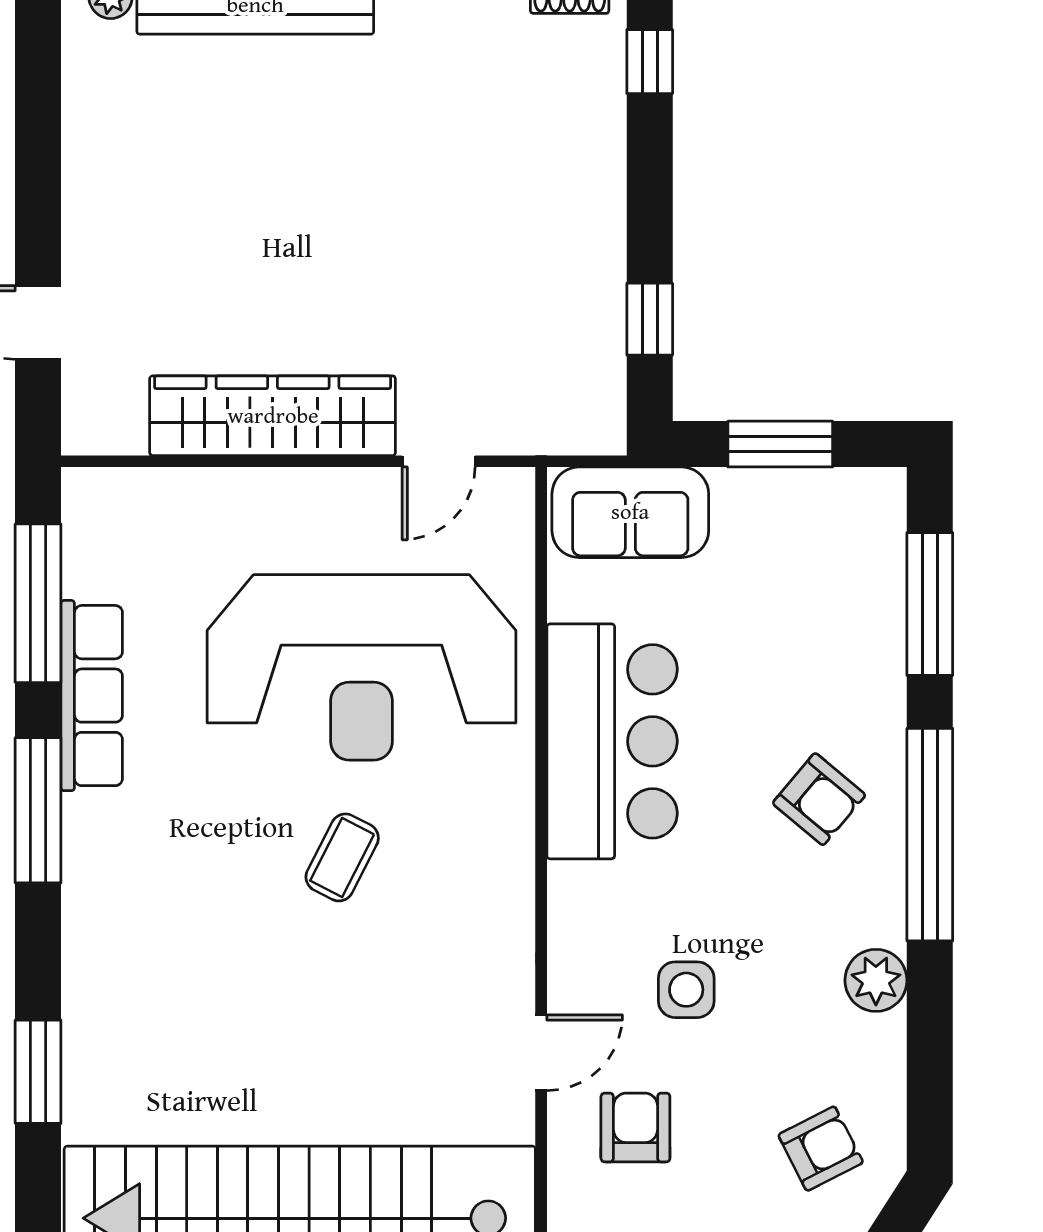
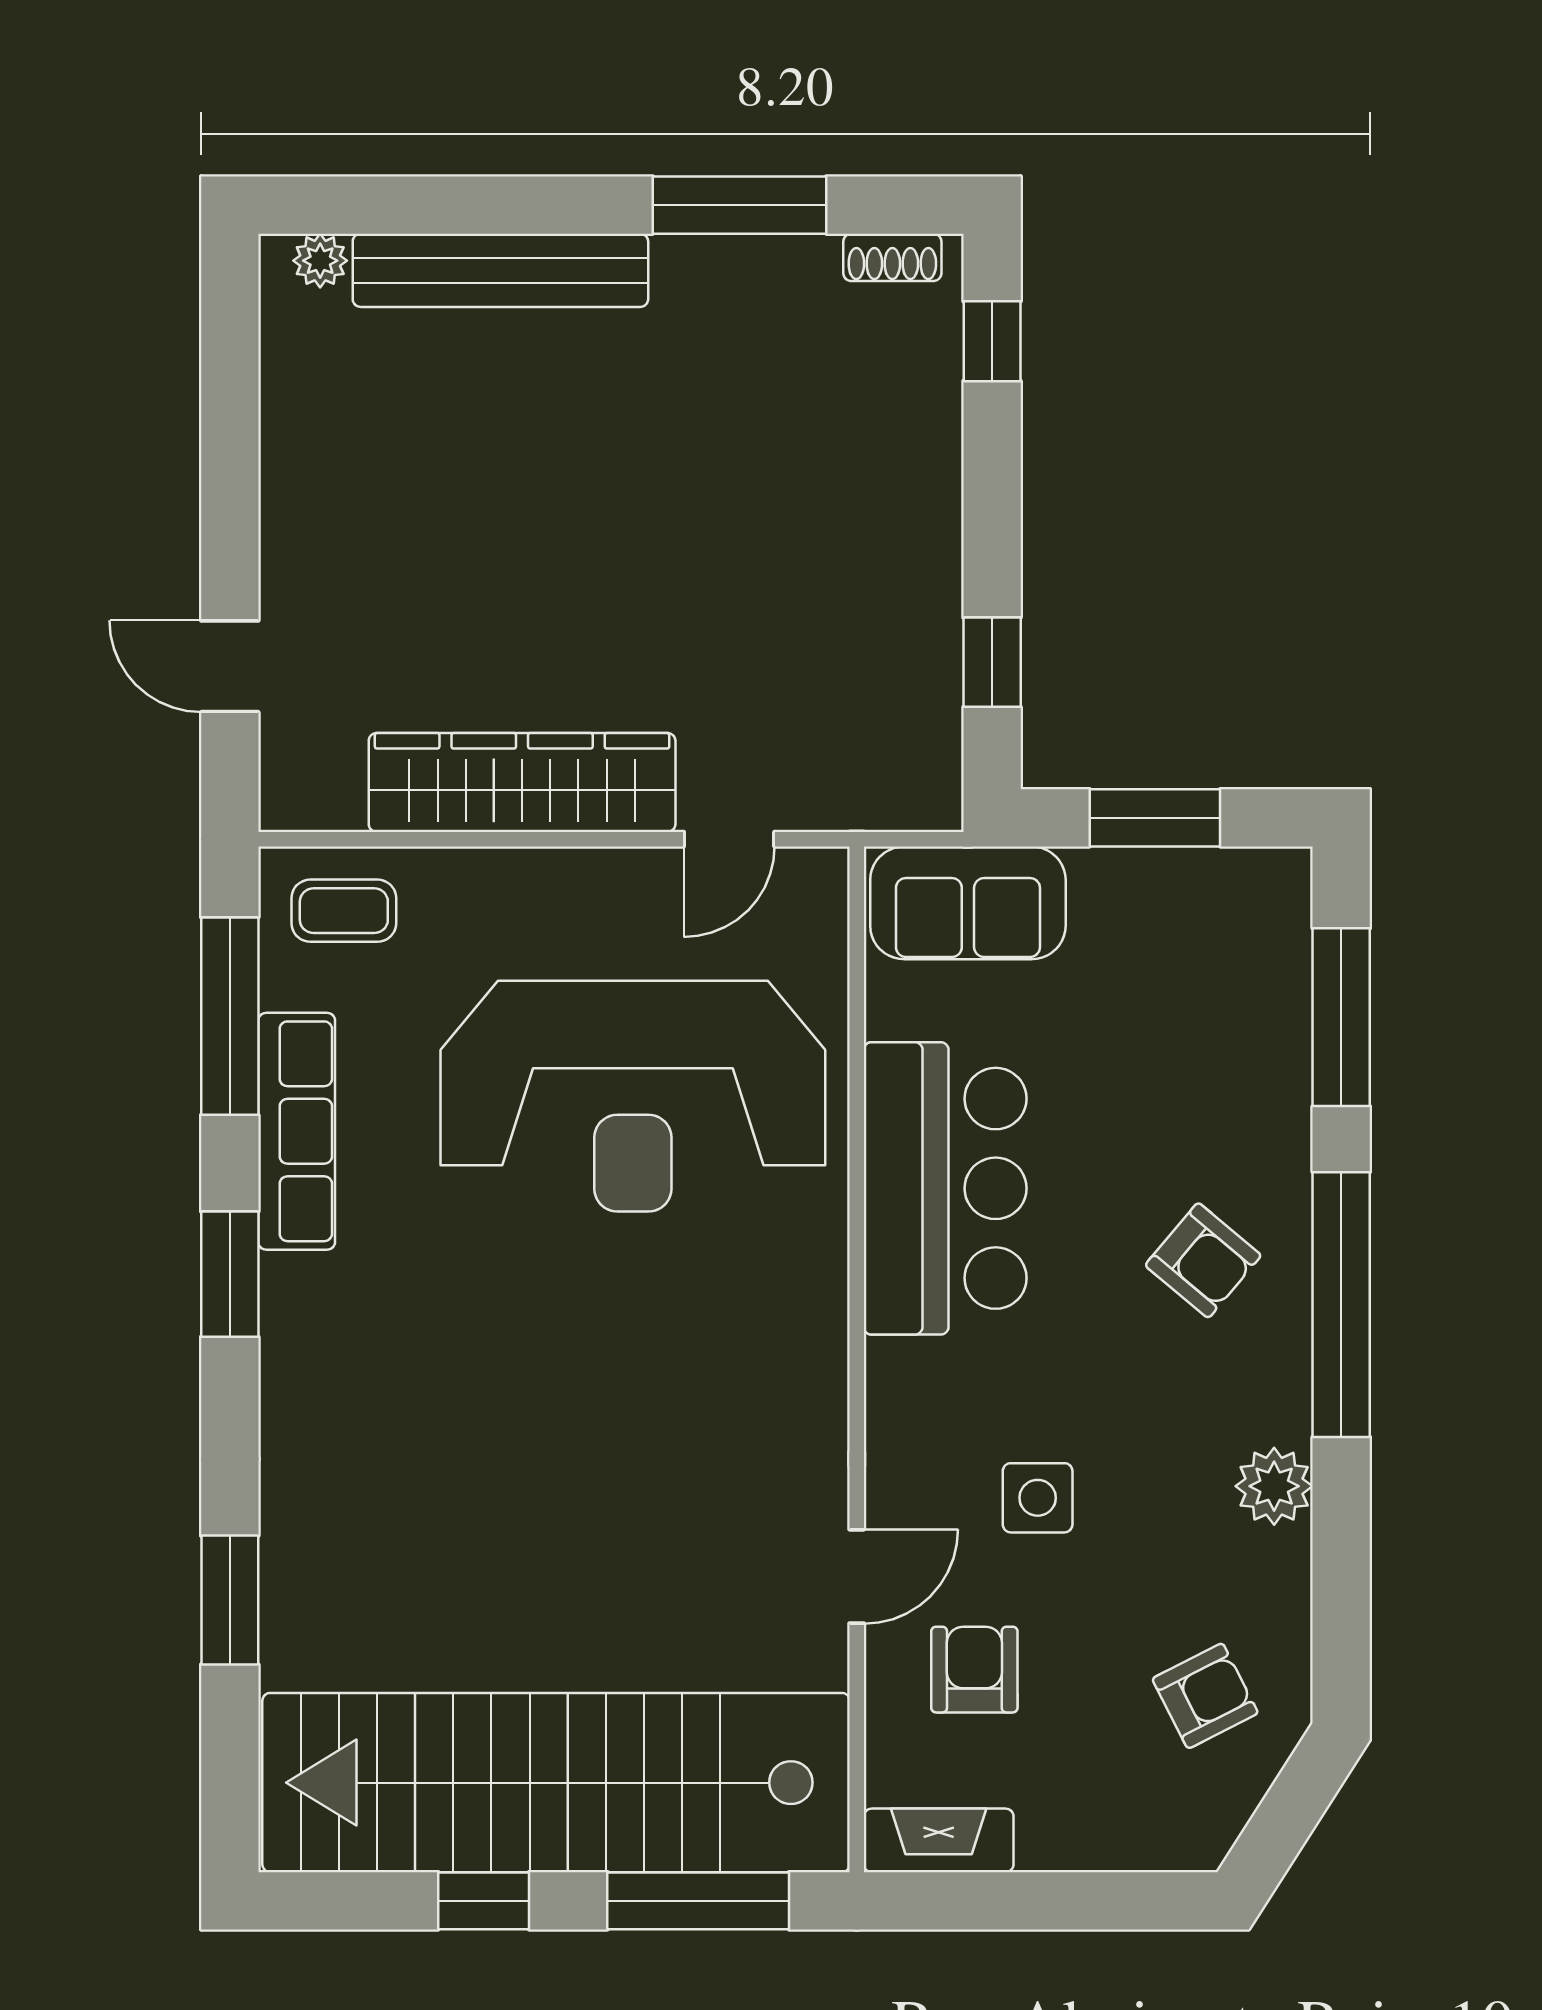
window: (38, 810) -> (230, 1274), width x0.69
coffee table: (342, 857) -> (344, 911), moved, turned 63

